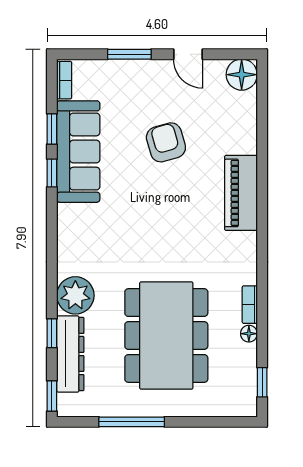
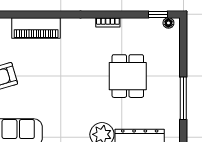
floor lamp: (249, 334) -> (168, 23), moved
dining table: (166, 336) -> (128, 76), width x0.53, depth x0.80

